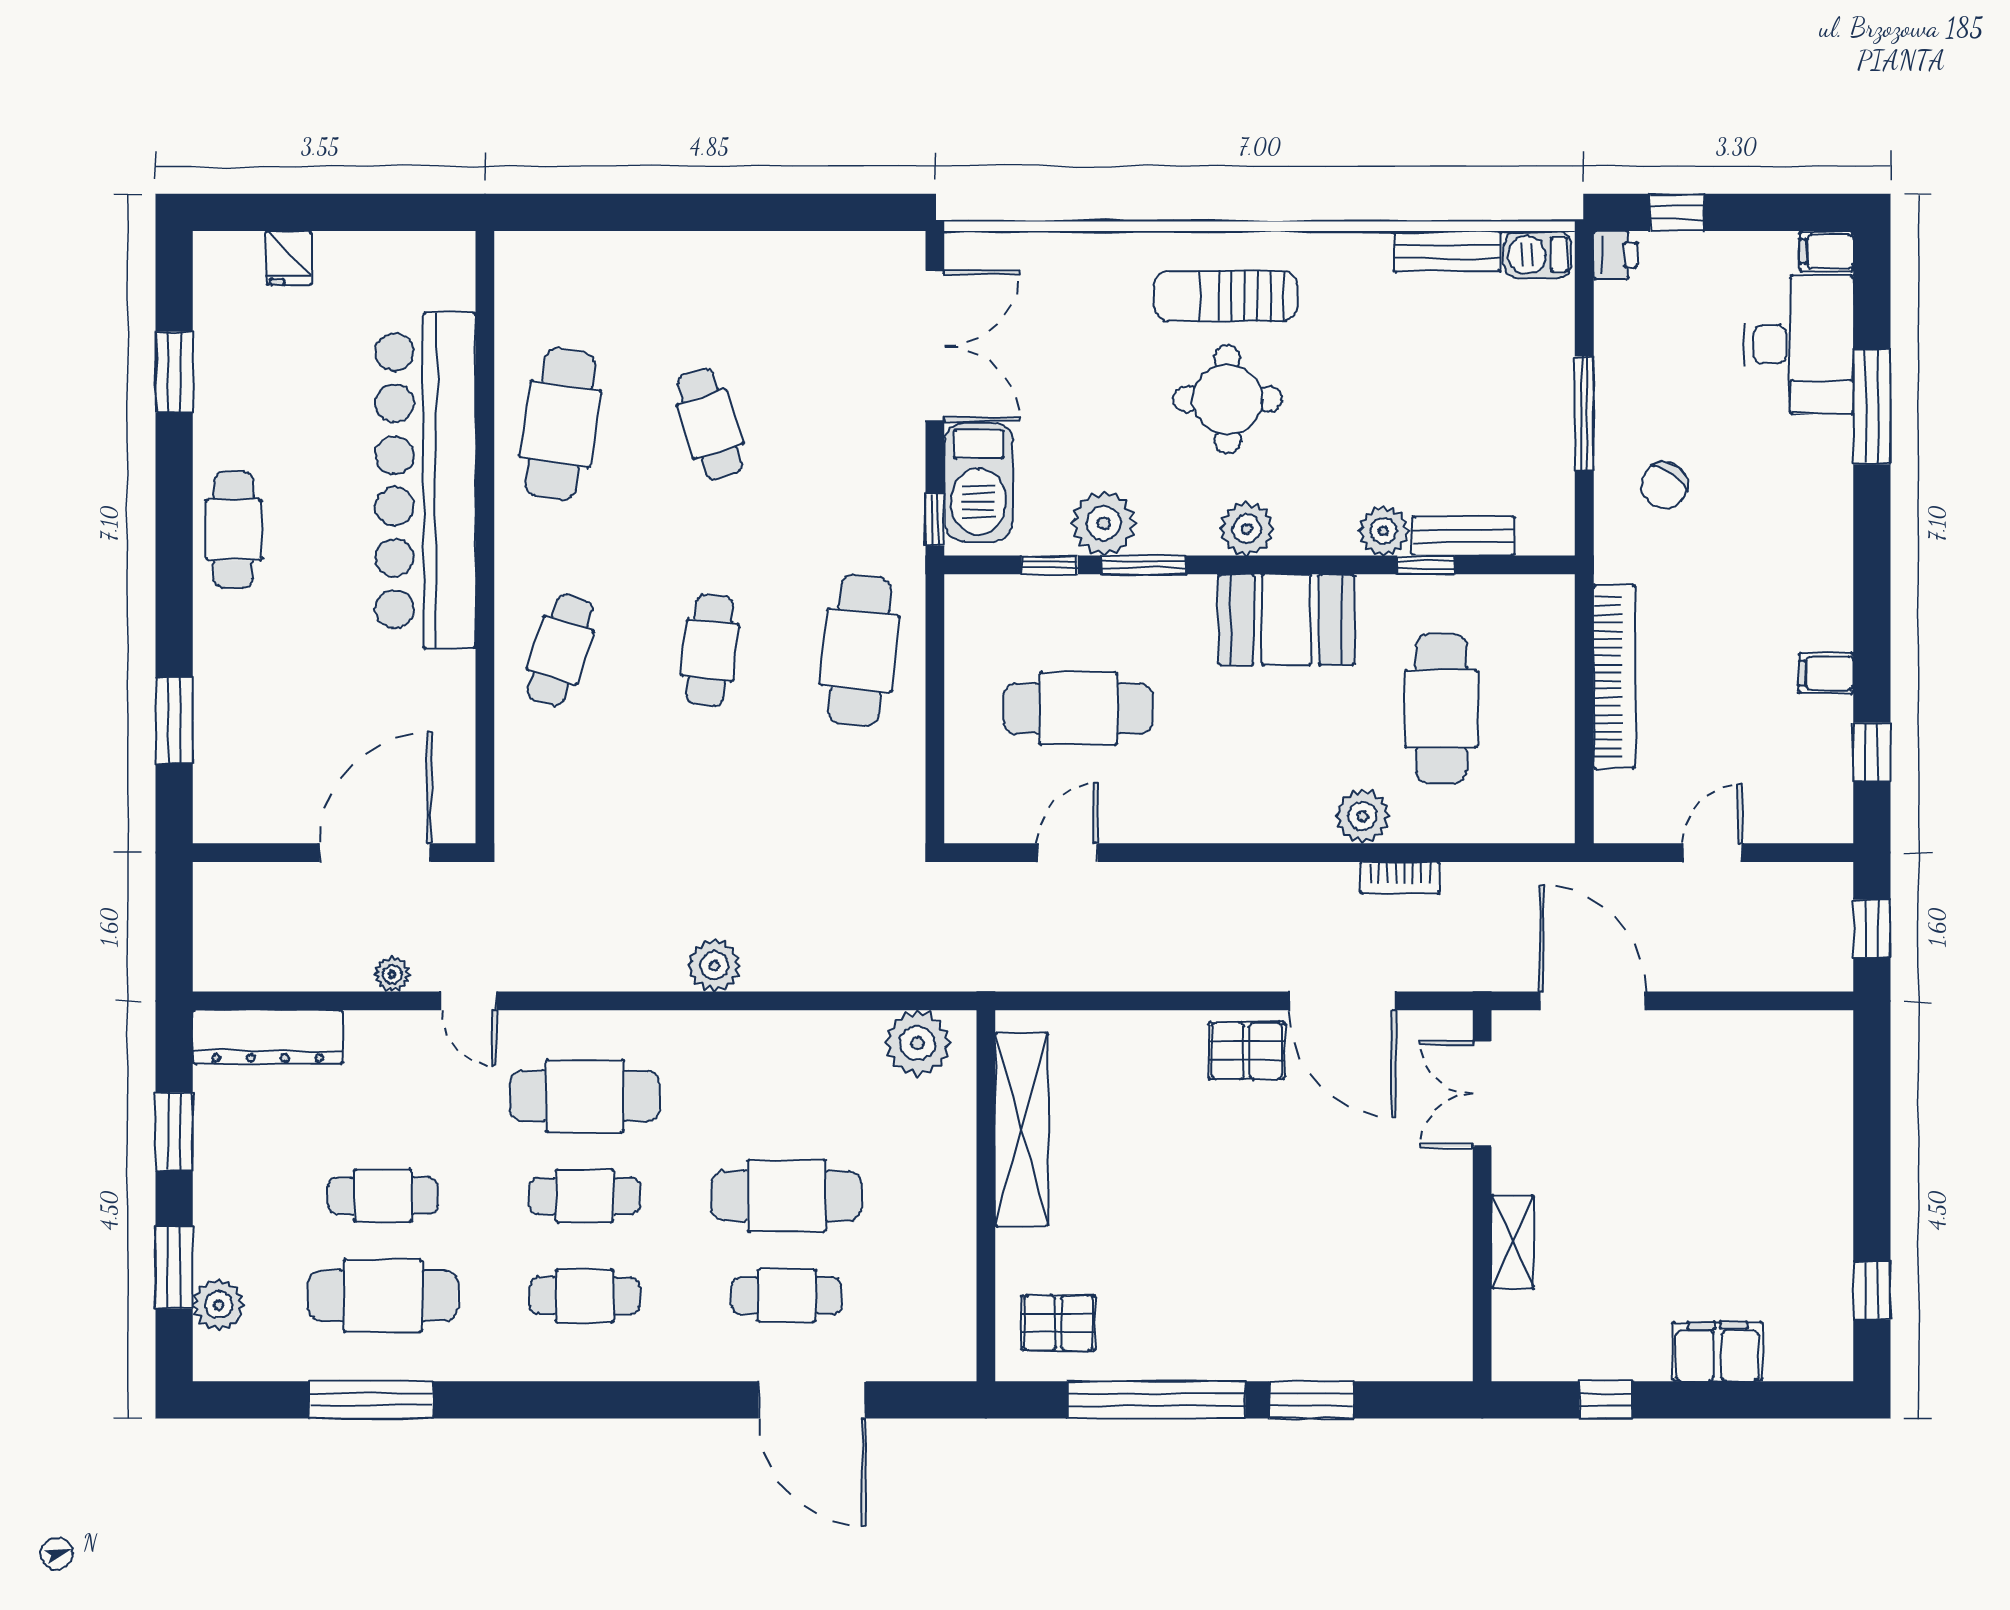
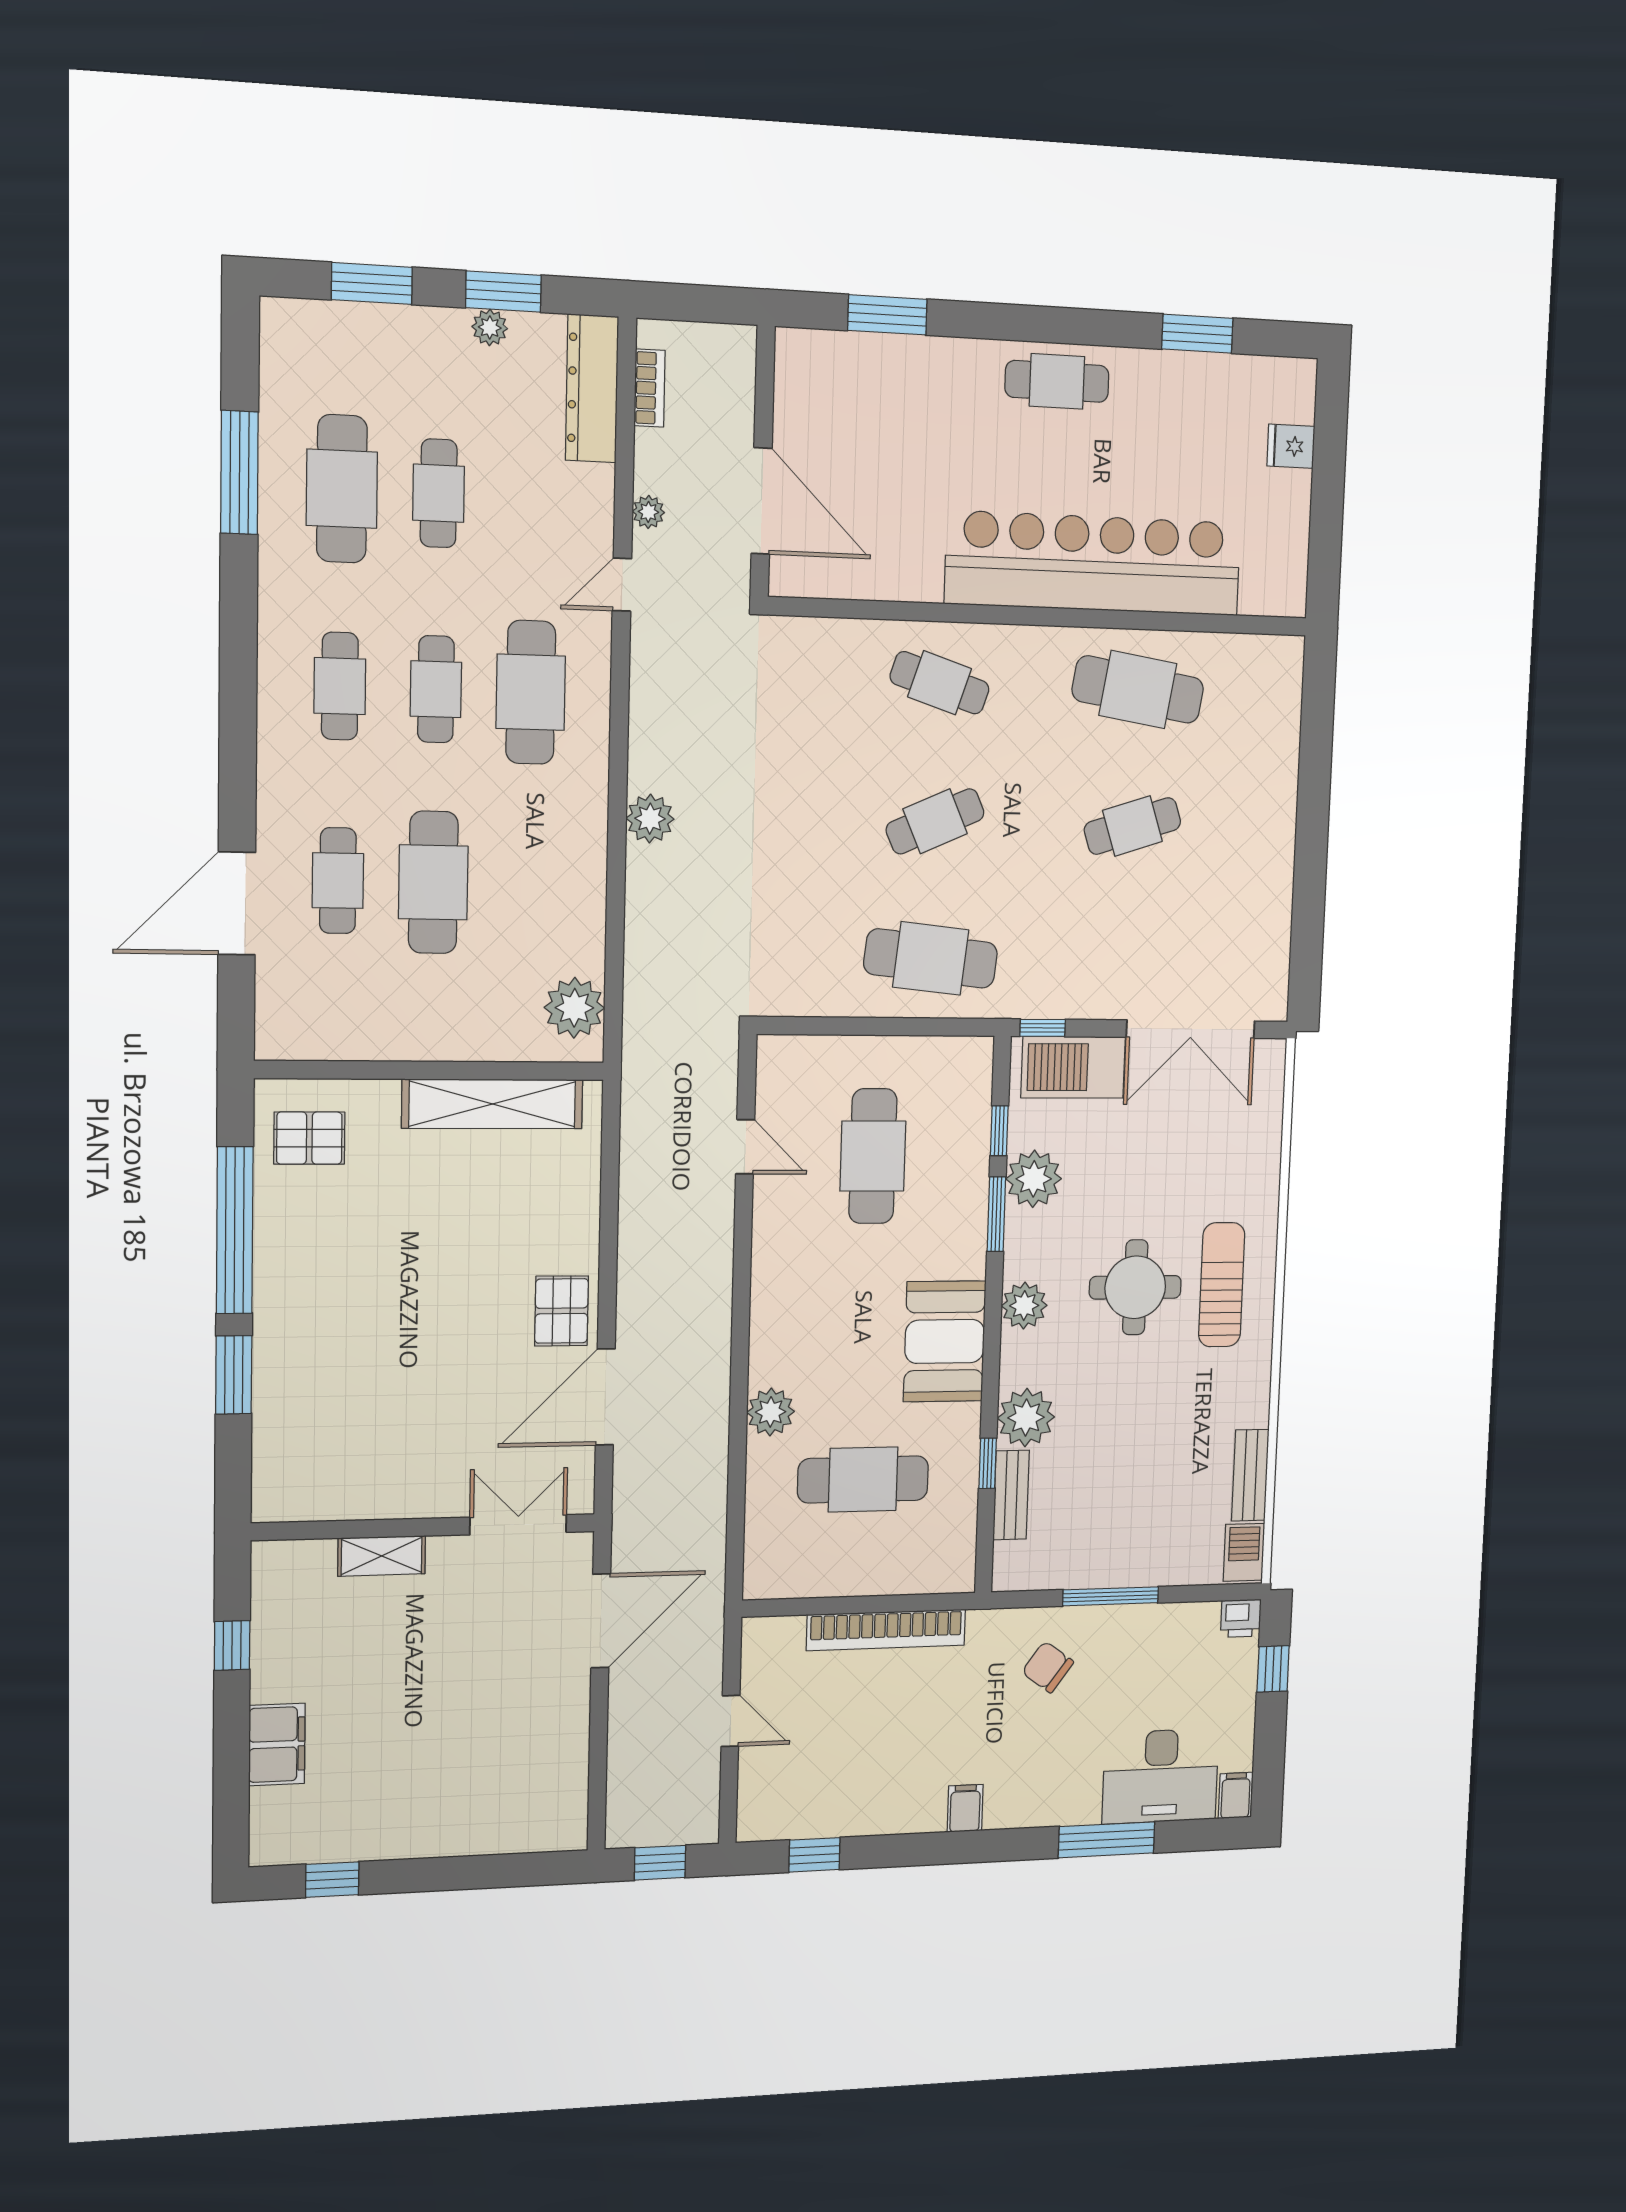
plant: (1384, 531) -> (1026, 1418), width x1.36, depth x1.36
cafe table: (710, 650) -> (935, 821), turned -30
filing cabinet: (1826, 673) -> (965, 1808), moved
bookcase: (1400, 878) -> (650, 388), moved, turned 180
plant: (218, 1305) -> (490, 328), moved, width x0.73, depth x0.73
pallet: (1058, 1323) -> (309, 1138), turned 90

